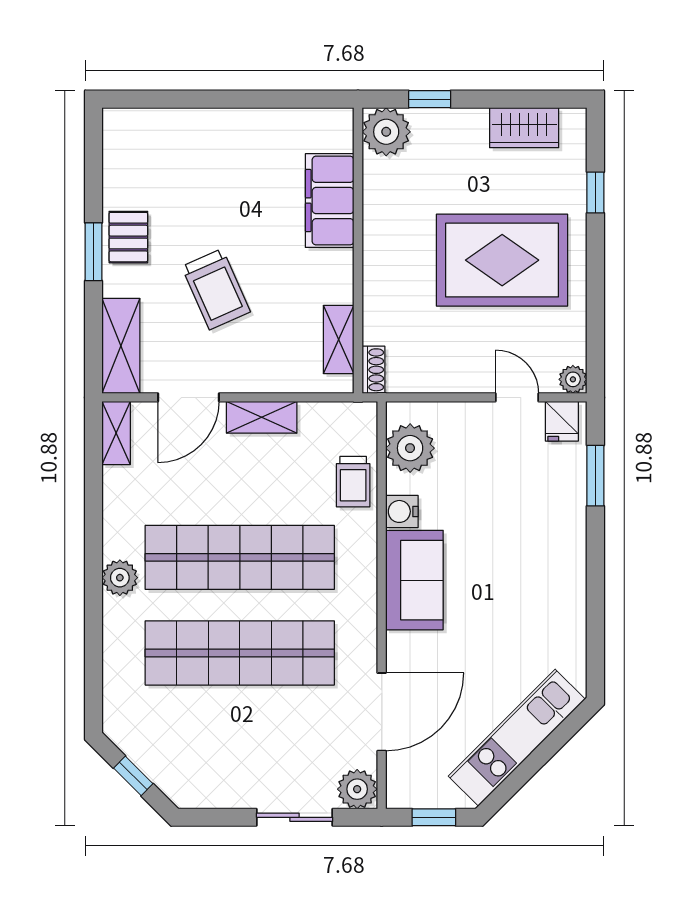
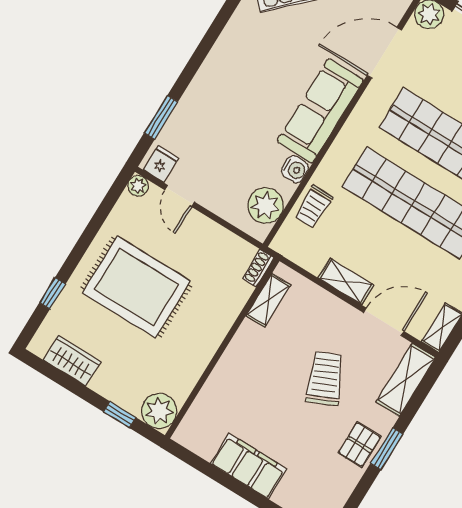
filing cabinet: (330, 201) -> (249, 466), moved, turned -90
trolley: (353, 482) -> (314, 207), turned 180
sofa: (414, 580) -> (320, 111), width x1.36

